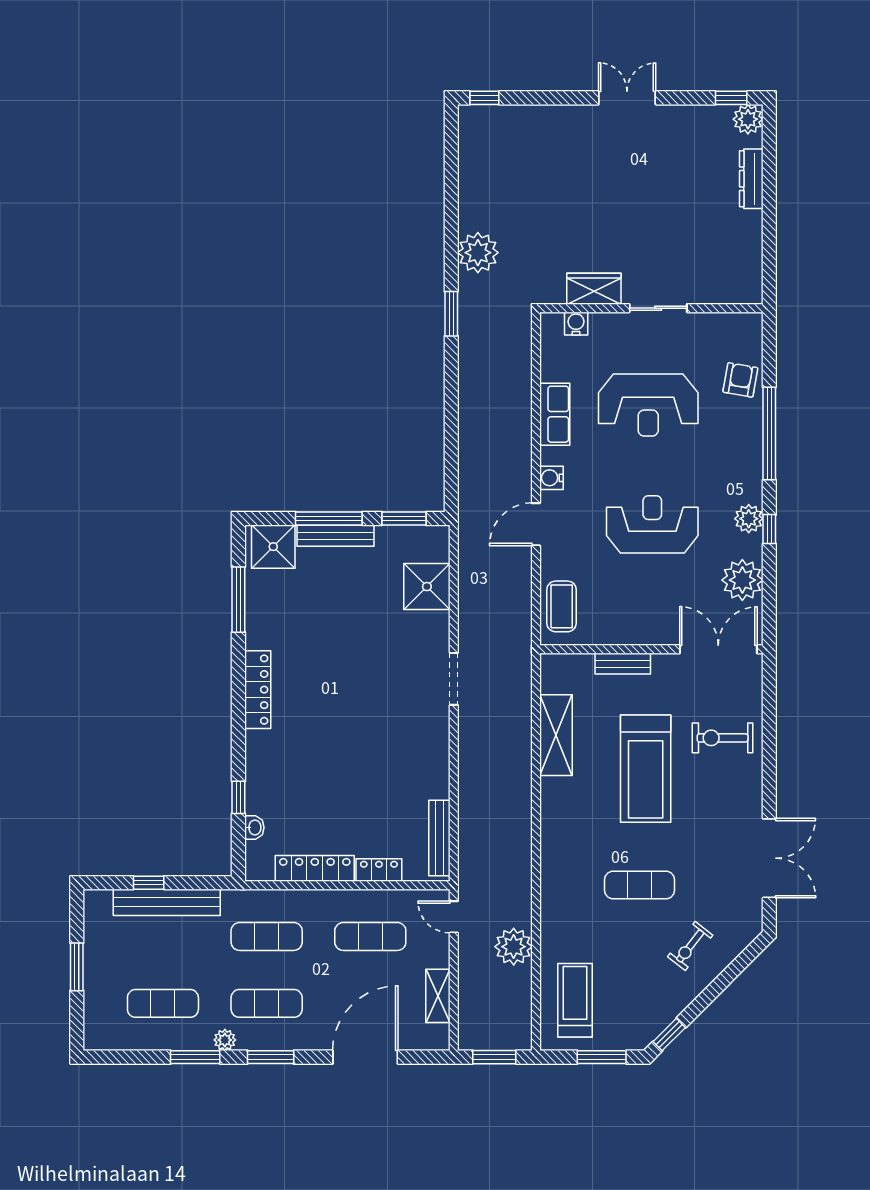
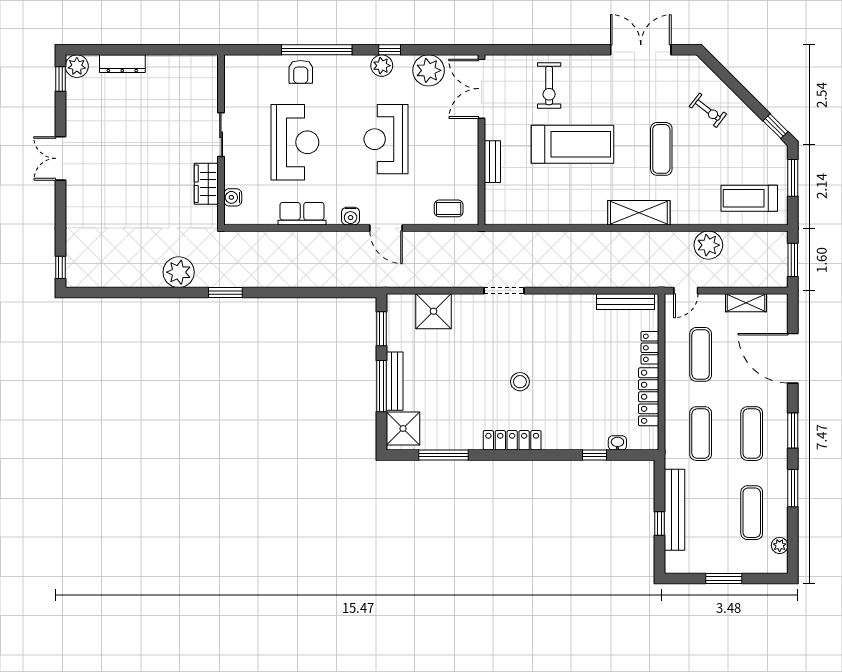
armchair: (740, 380) -> (301, 72), moved, turned -100
coffee table: (562, 606) -> (449, 208), width x0.73, depth x0.77
stool: (335, 700) -> (520, 382), added
shelving: (556, 735) -> (639, 213), moved
plant: (225, 1040) -> (780, 545), moved

